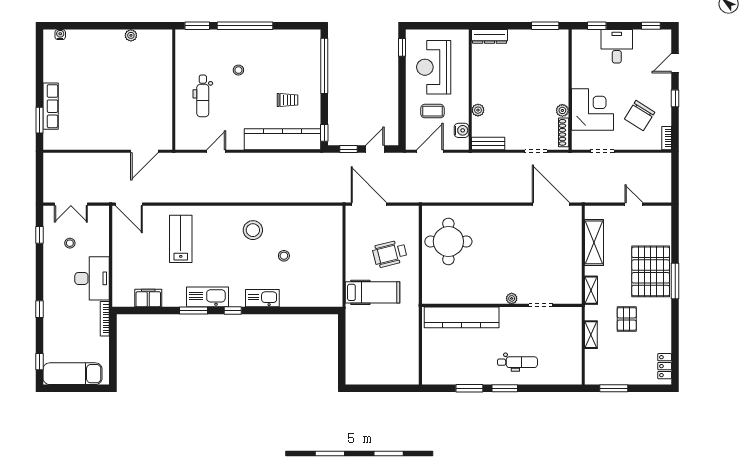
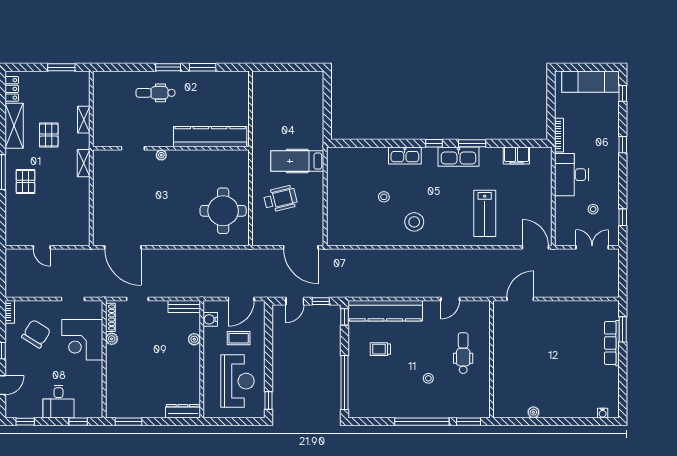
shelving: (594, 242) -> (14, 126), moved
pallet: (651, 271) -> (25, 181), width x0.49, depth x0.50

